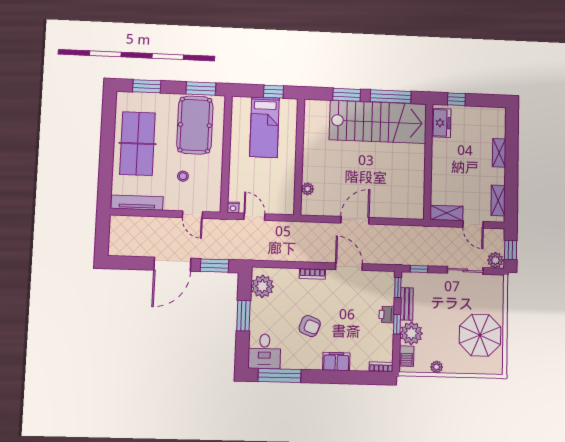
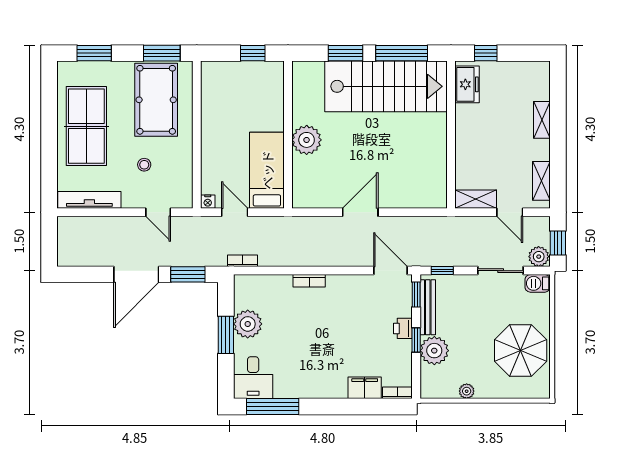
bed: (264, 127) -> (267, 170), moved, turned 180
plant: (308, 189) -> (307, 140), moved, width x1.87, depth x1.87
bookcase: (259, 256) -> (243, 261), added
door: (349, 267) -> (390, 271), moved
plant: (262, 286) -> (248, 324), moved
bench: (407, 304) -> (428, 307), width x1.36
armchair: (310, 326) -> (308, 345), removed
barbecue: (407, 356) -> (538, 283), moved, turned 90
filing cabinet: (336, 362) -> (365, 388), moved

